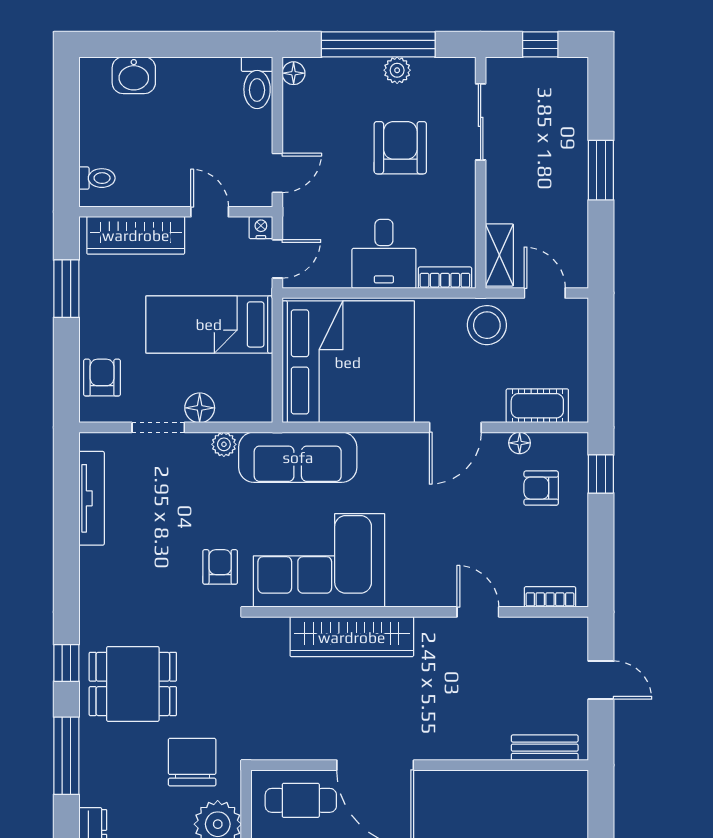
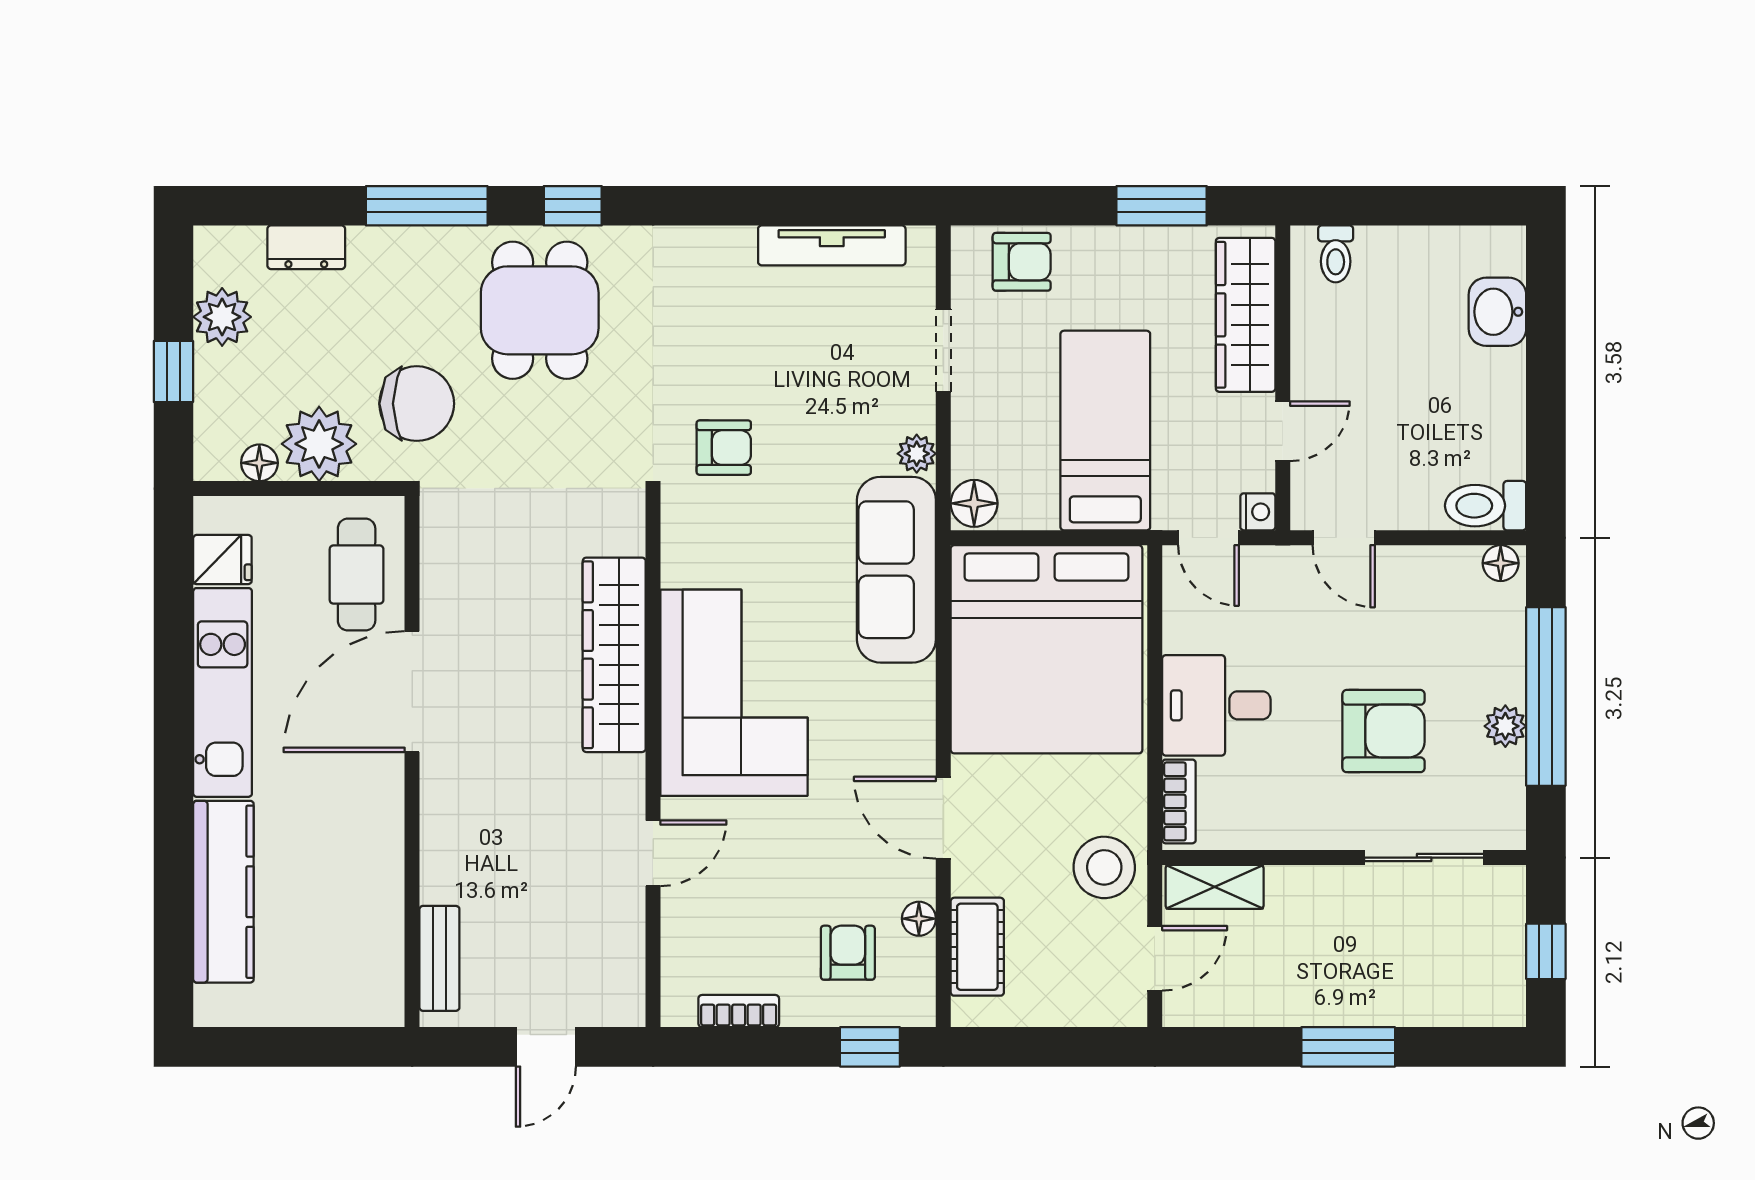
floor lamp: (200, 408) -> (974, 503), moved
corner sofa: (319, 560) -> (734, 693), moved
bookcase: (550, 597) -> (739, 1011), moved, turned -90

